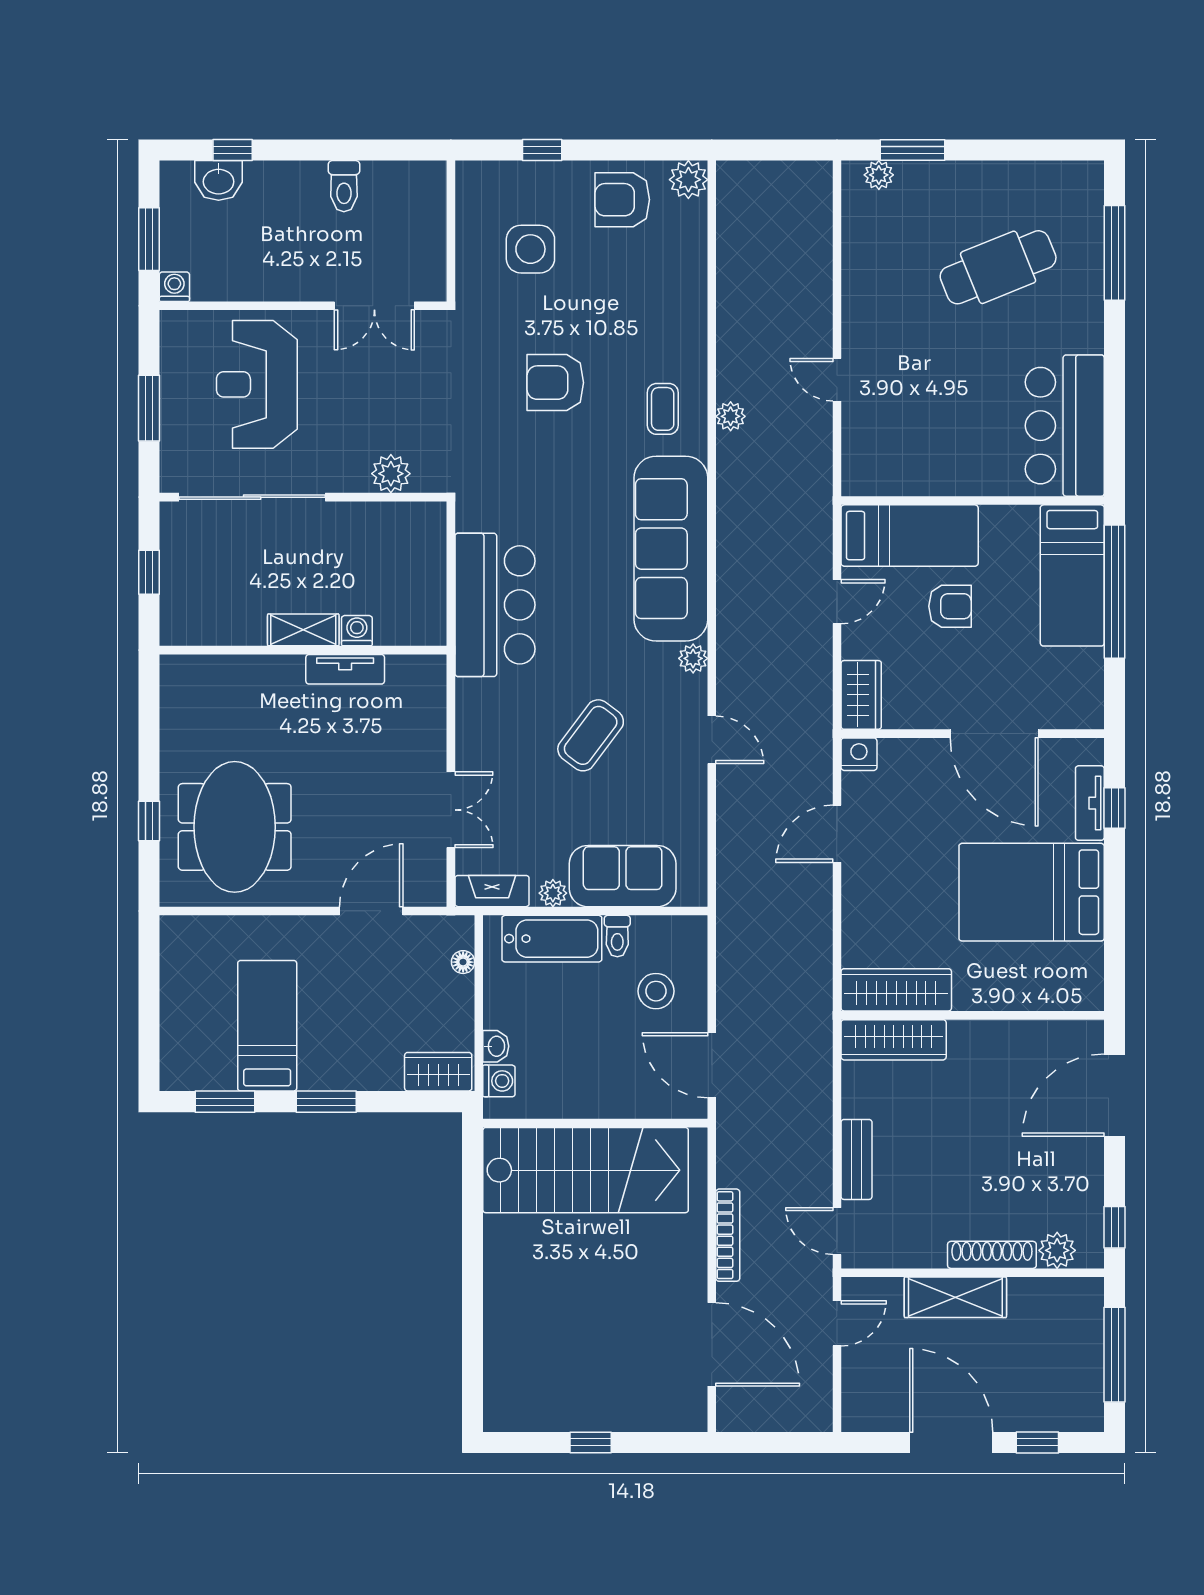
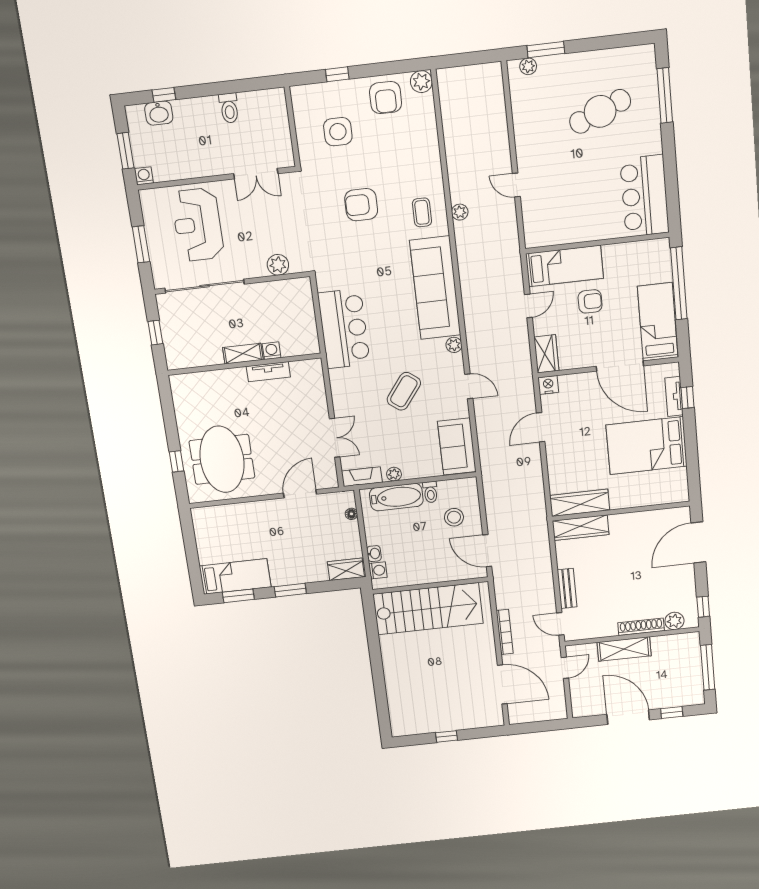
armchair: (622, 200) -> (386, 98), turned -89
bed: (1072, 575) -> (658, 322), moved, turned 180
sofa: (623, 876) -> (457, 447), moved, turned -90
bed: (267, 1026) -> (235, 576), moved, turned 90

